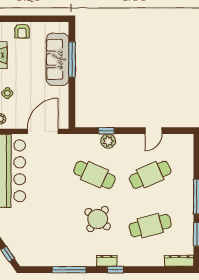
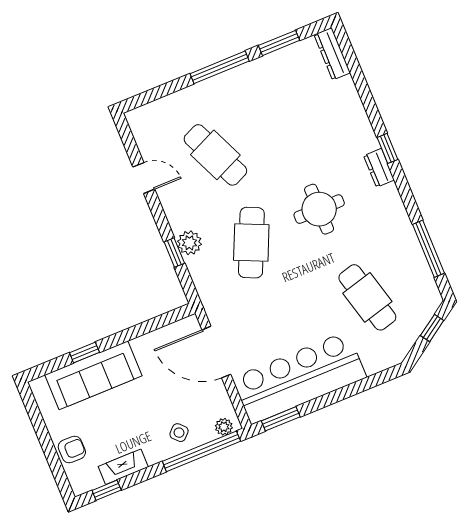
window: (72, 60) -> (84, 352), width x0.46
round table: (98, 219) -> (319, 209), turned -38
cafe table: (150, 226) -> (367, 297), moved
window: (69, 270) -> (429, 249), moved

